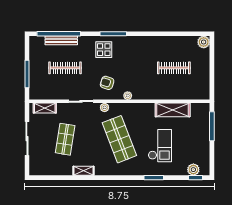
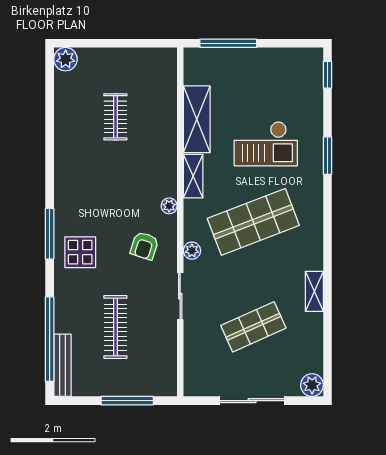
bench: (61, 40) -> (63, 365), moved
clothes rail: (174, 68) -> (115, 117), width x0.73
shelving: (45, 108) -> (193, 176), moved
shop shelf: (65, 139) -> (253, 327), turned -33
checkout: (160, 146) -> (266, 144), turned 180
plant: (193, 170) -> (312, 385), moved

